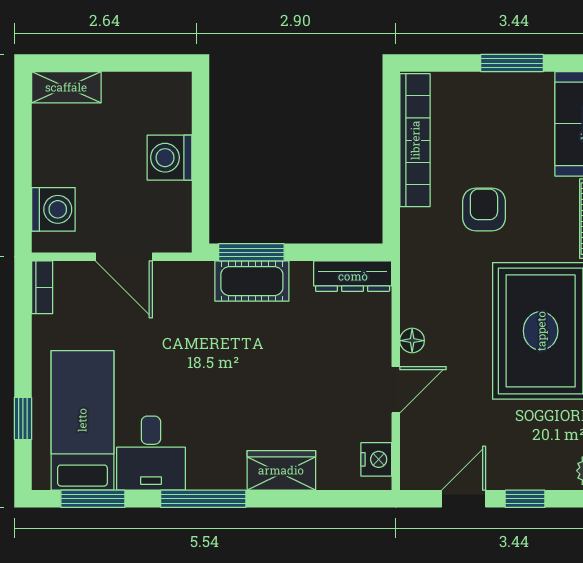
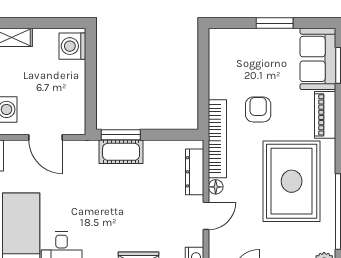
bookcase: (415, 140) -> (217, 139), moved
washing machine: (169, 158) -> (72, 46), moved
dresser: (353, 276) -> (195, 172), moved, turned 90

